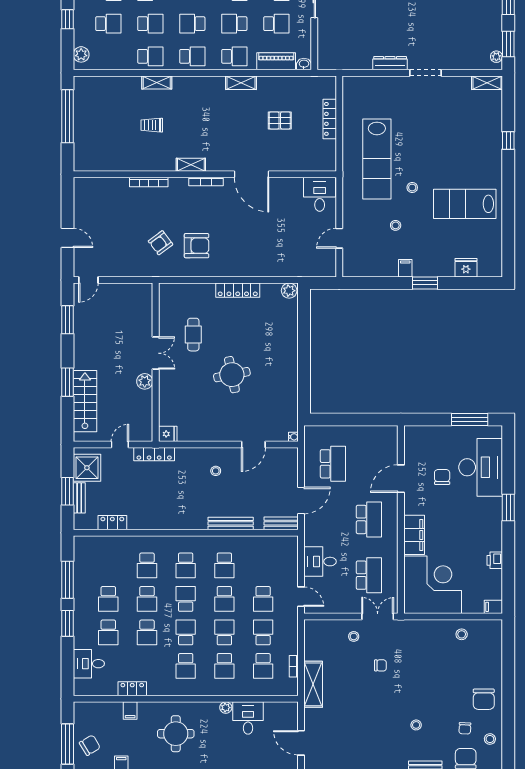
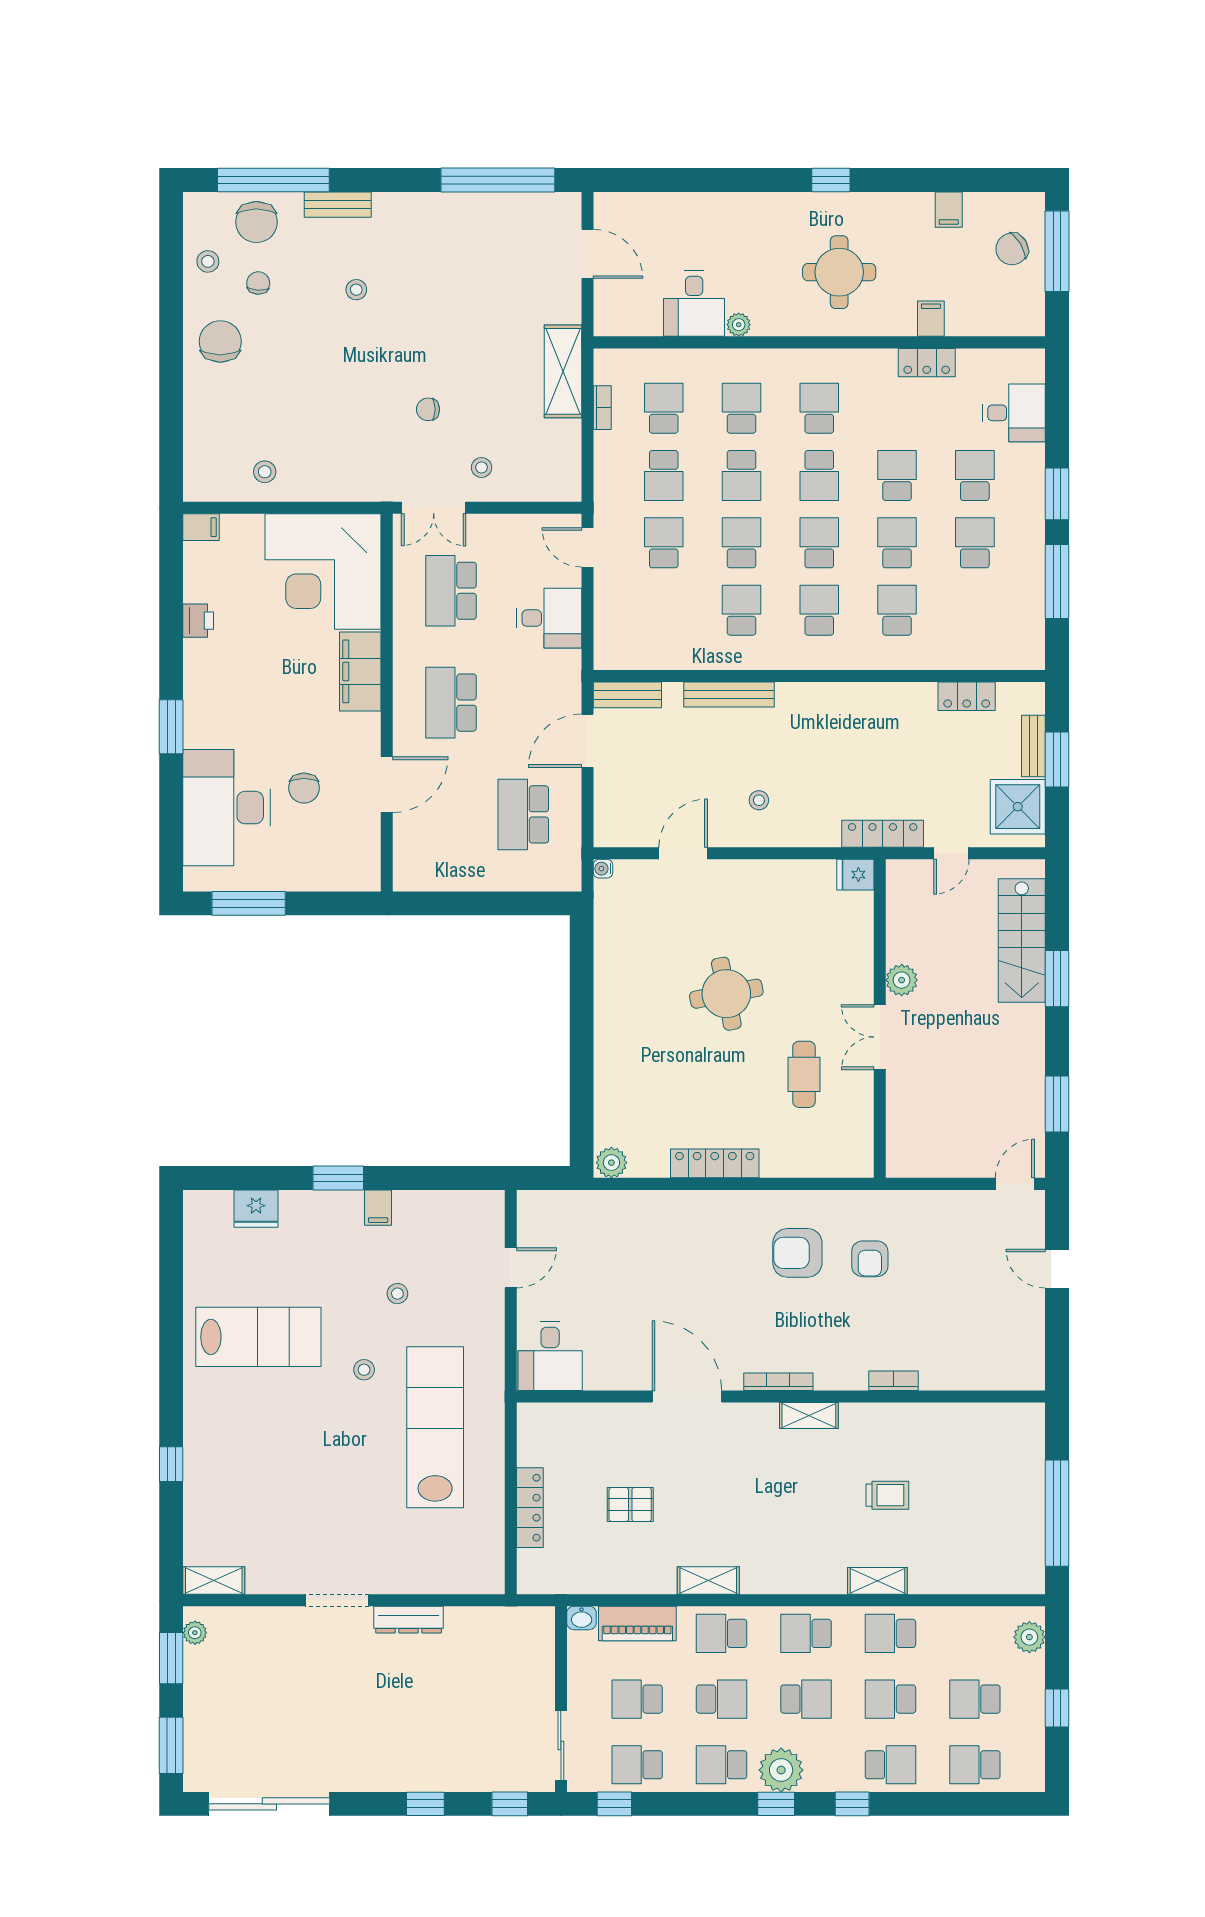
bookcase: (149, 182) -> (894, 1381), width x0.64
armchair: (161, 243) -> (870, 1259), turned 127
school desk: (186, 599) -> (819, 543), turned 180

